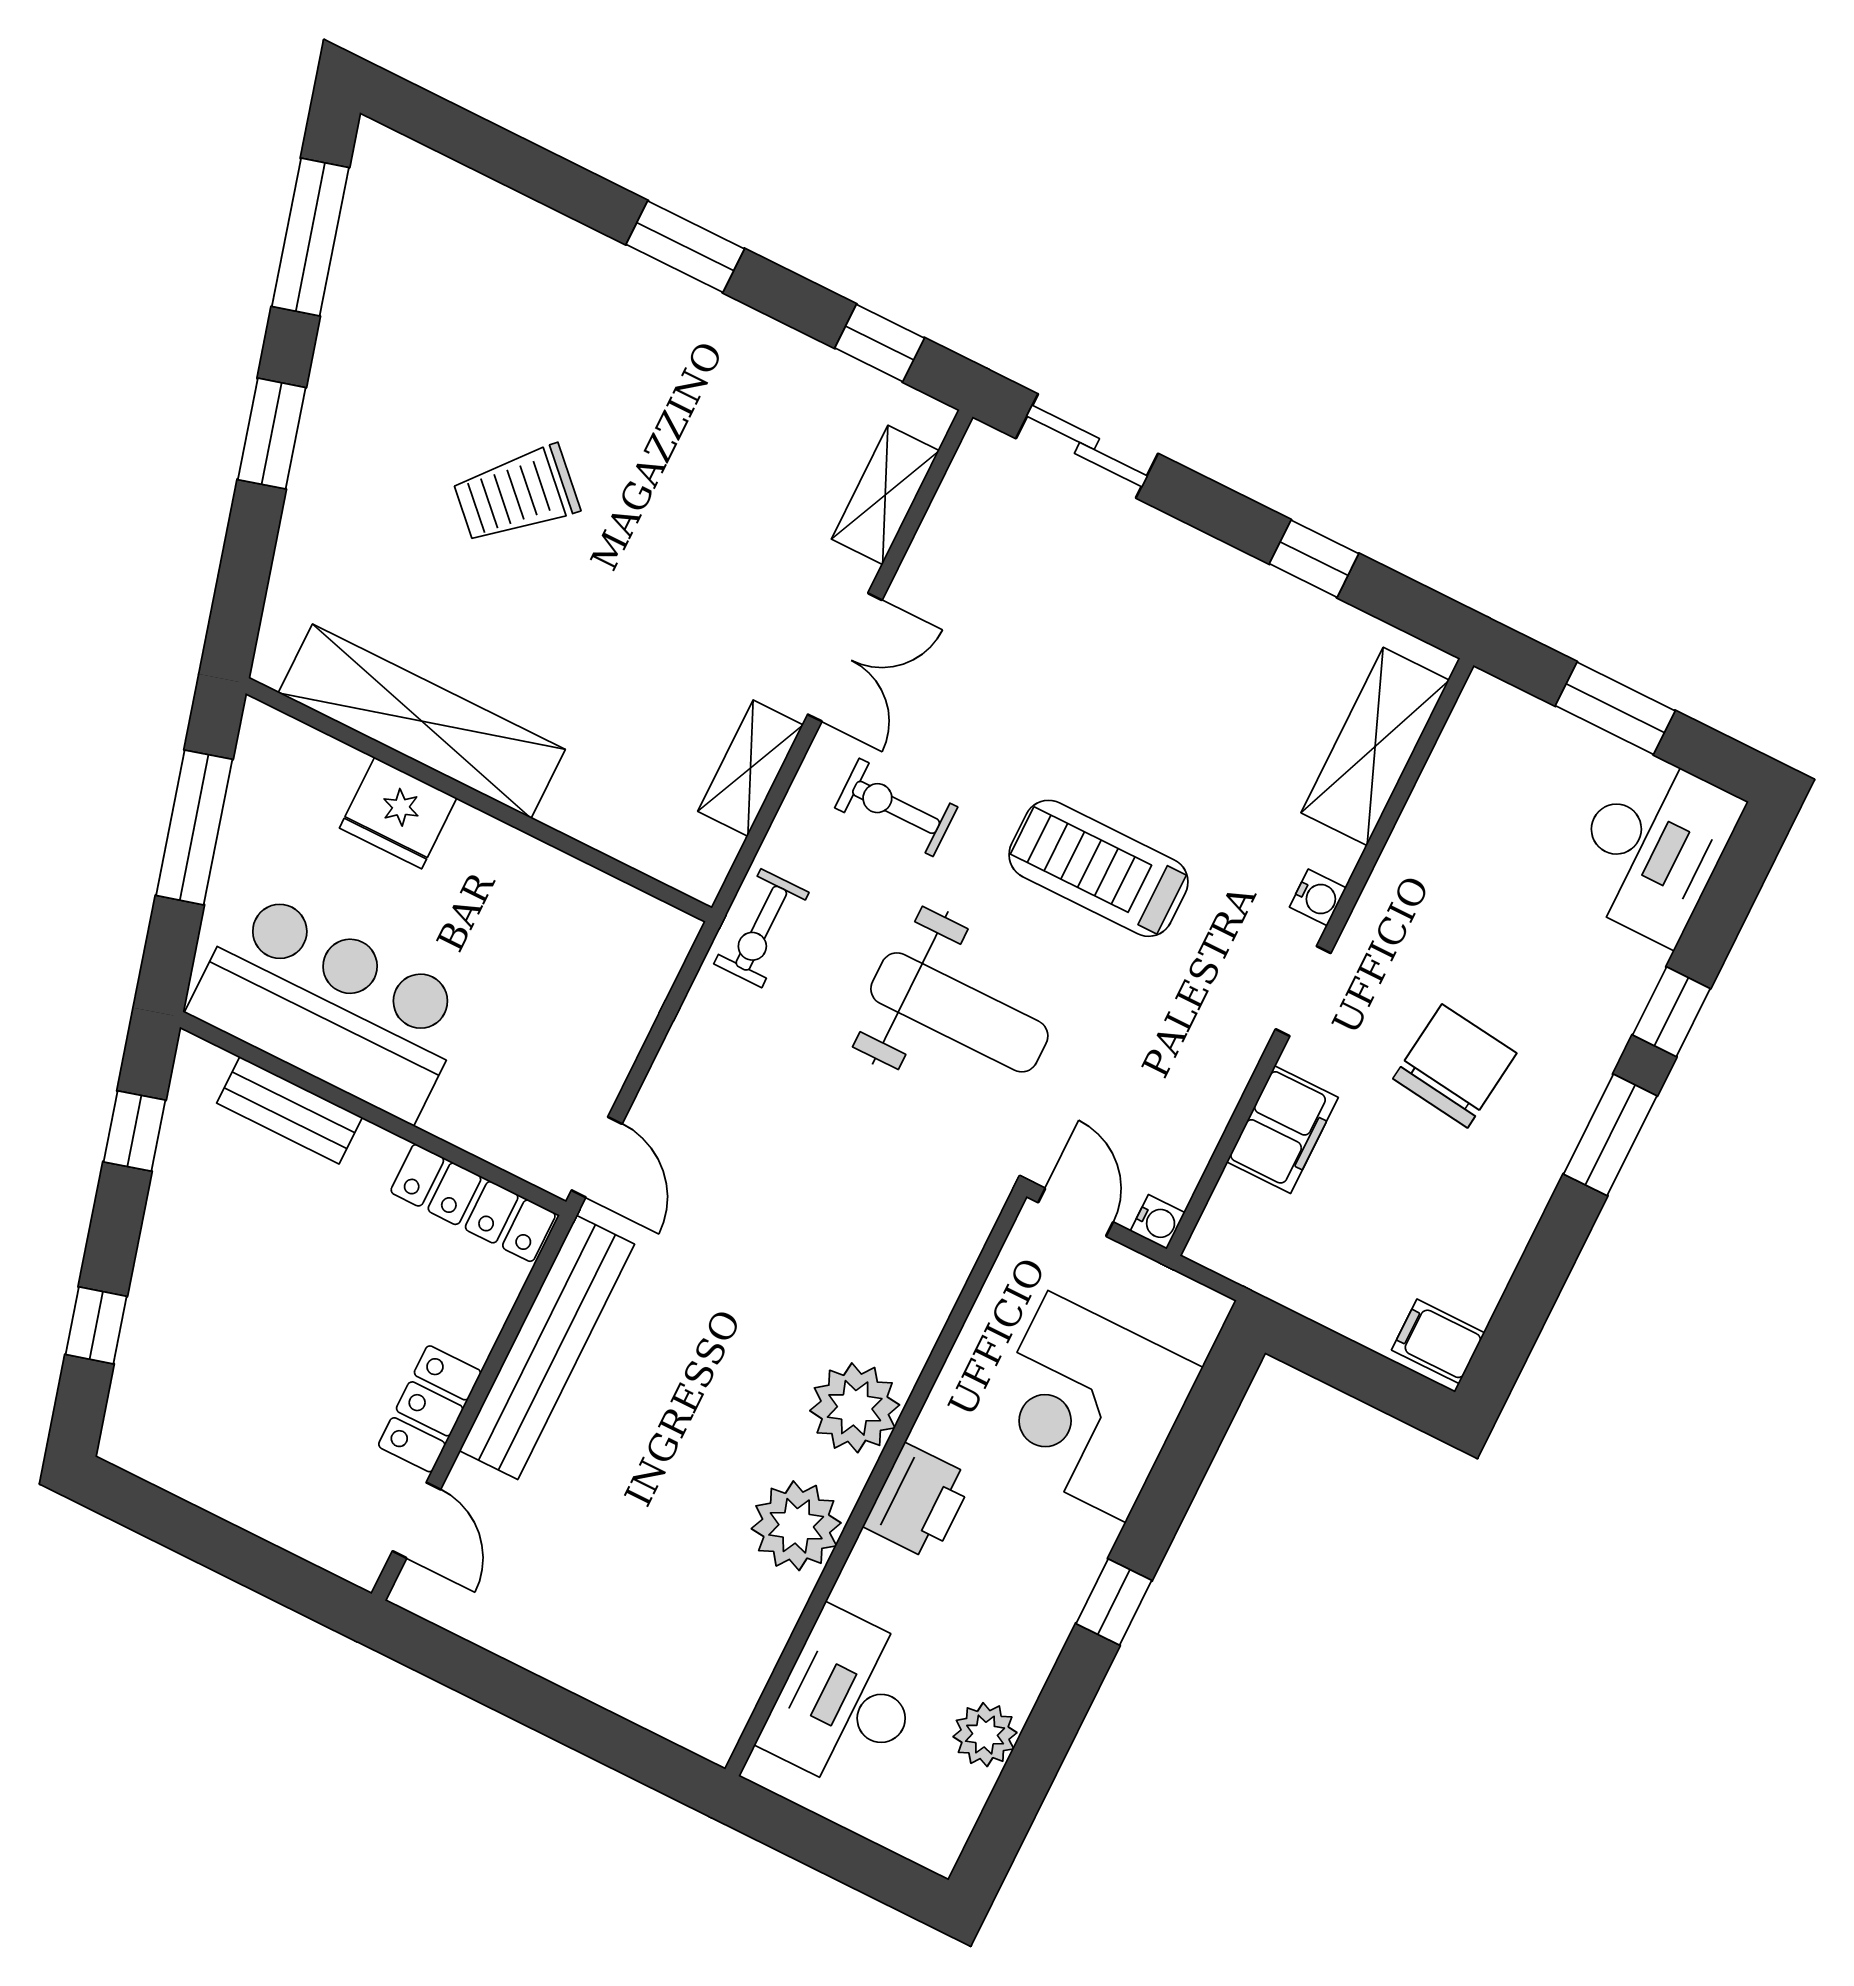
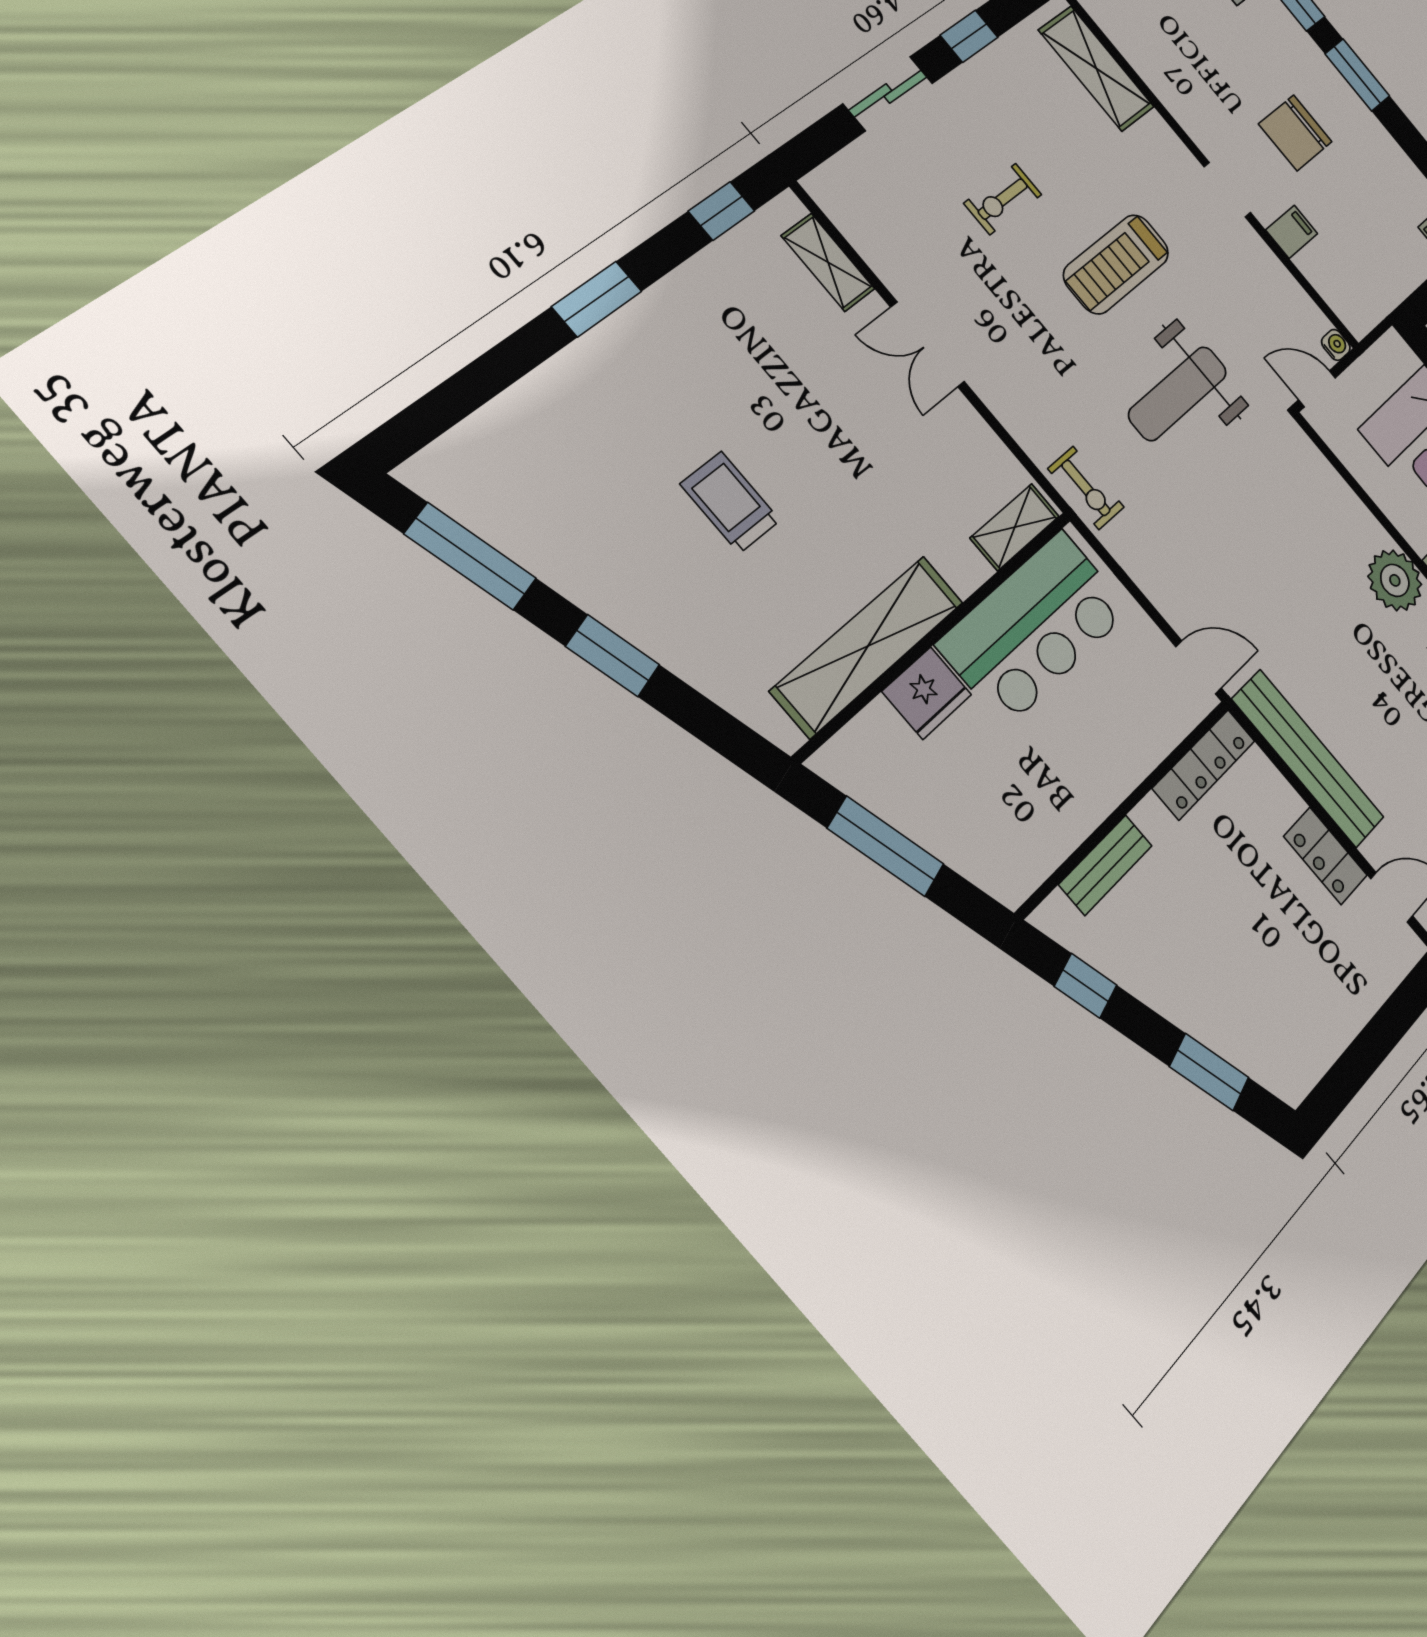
sliding door: (1087, 446) -> (888, 94), moved
trolley: (516, 494) -> (730, 502), turned 135
double door: (845, 657) -> (927, 344), swing flipped
shelving: (750, 768) -> (1015, 527), moved, turned 90
exercise bike: (896, 807) -> (1003, 199), moved
water cooler: (1318, 897) -> (1175, 151), removed
bar counter: (331, 1006) -> (1034, 627), moved, turned 180
weight bench: (959, 1012) -> (1178, 393), turned 180
chair: (1455, 1066) -> (1295, 133), turned -97
filing cabinet: (1282, 1130) -> (1292, 232), width x0.50
window: (96, 1325) -> (1209, 1072), width x1.50

